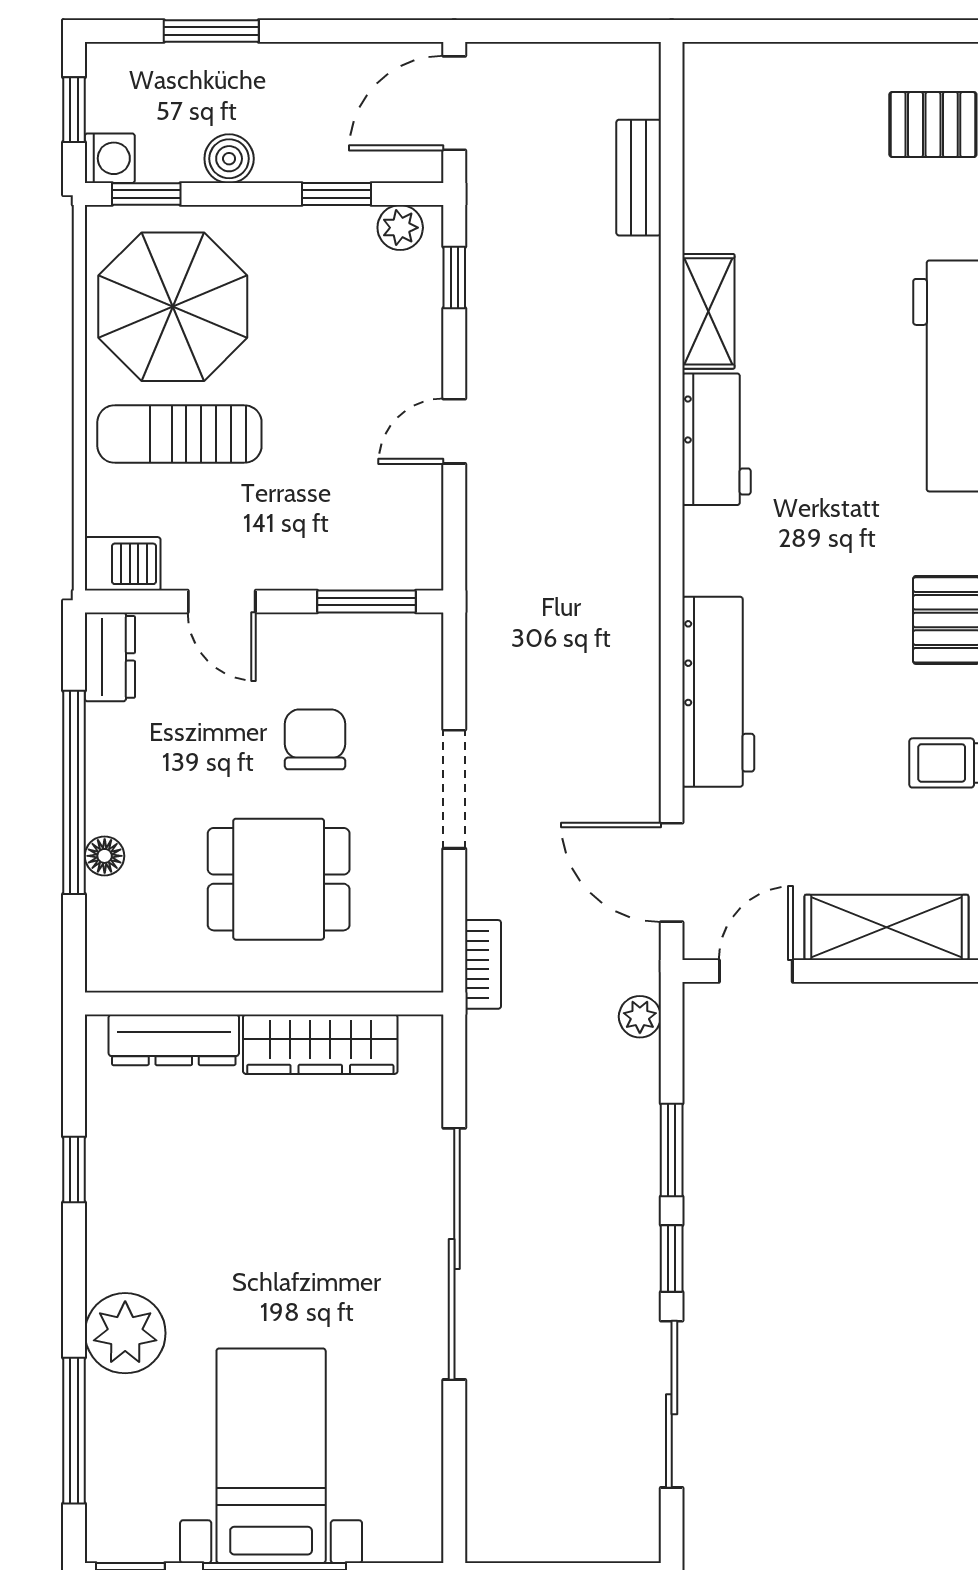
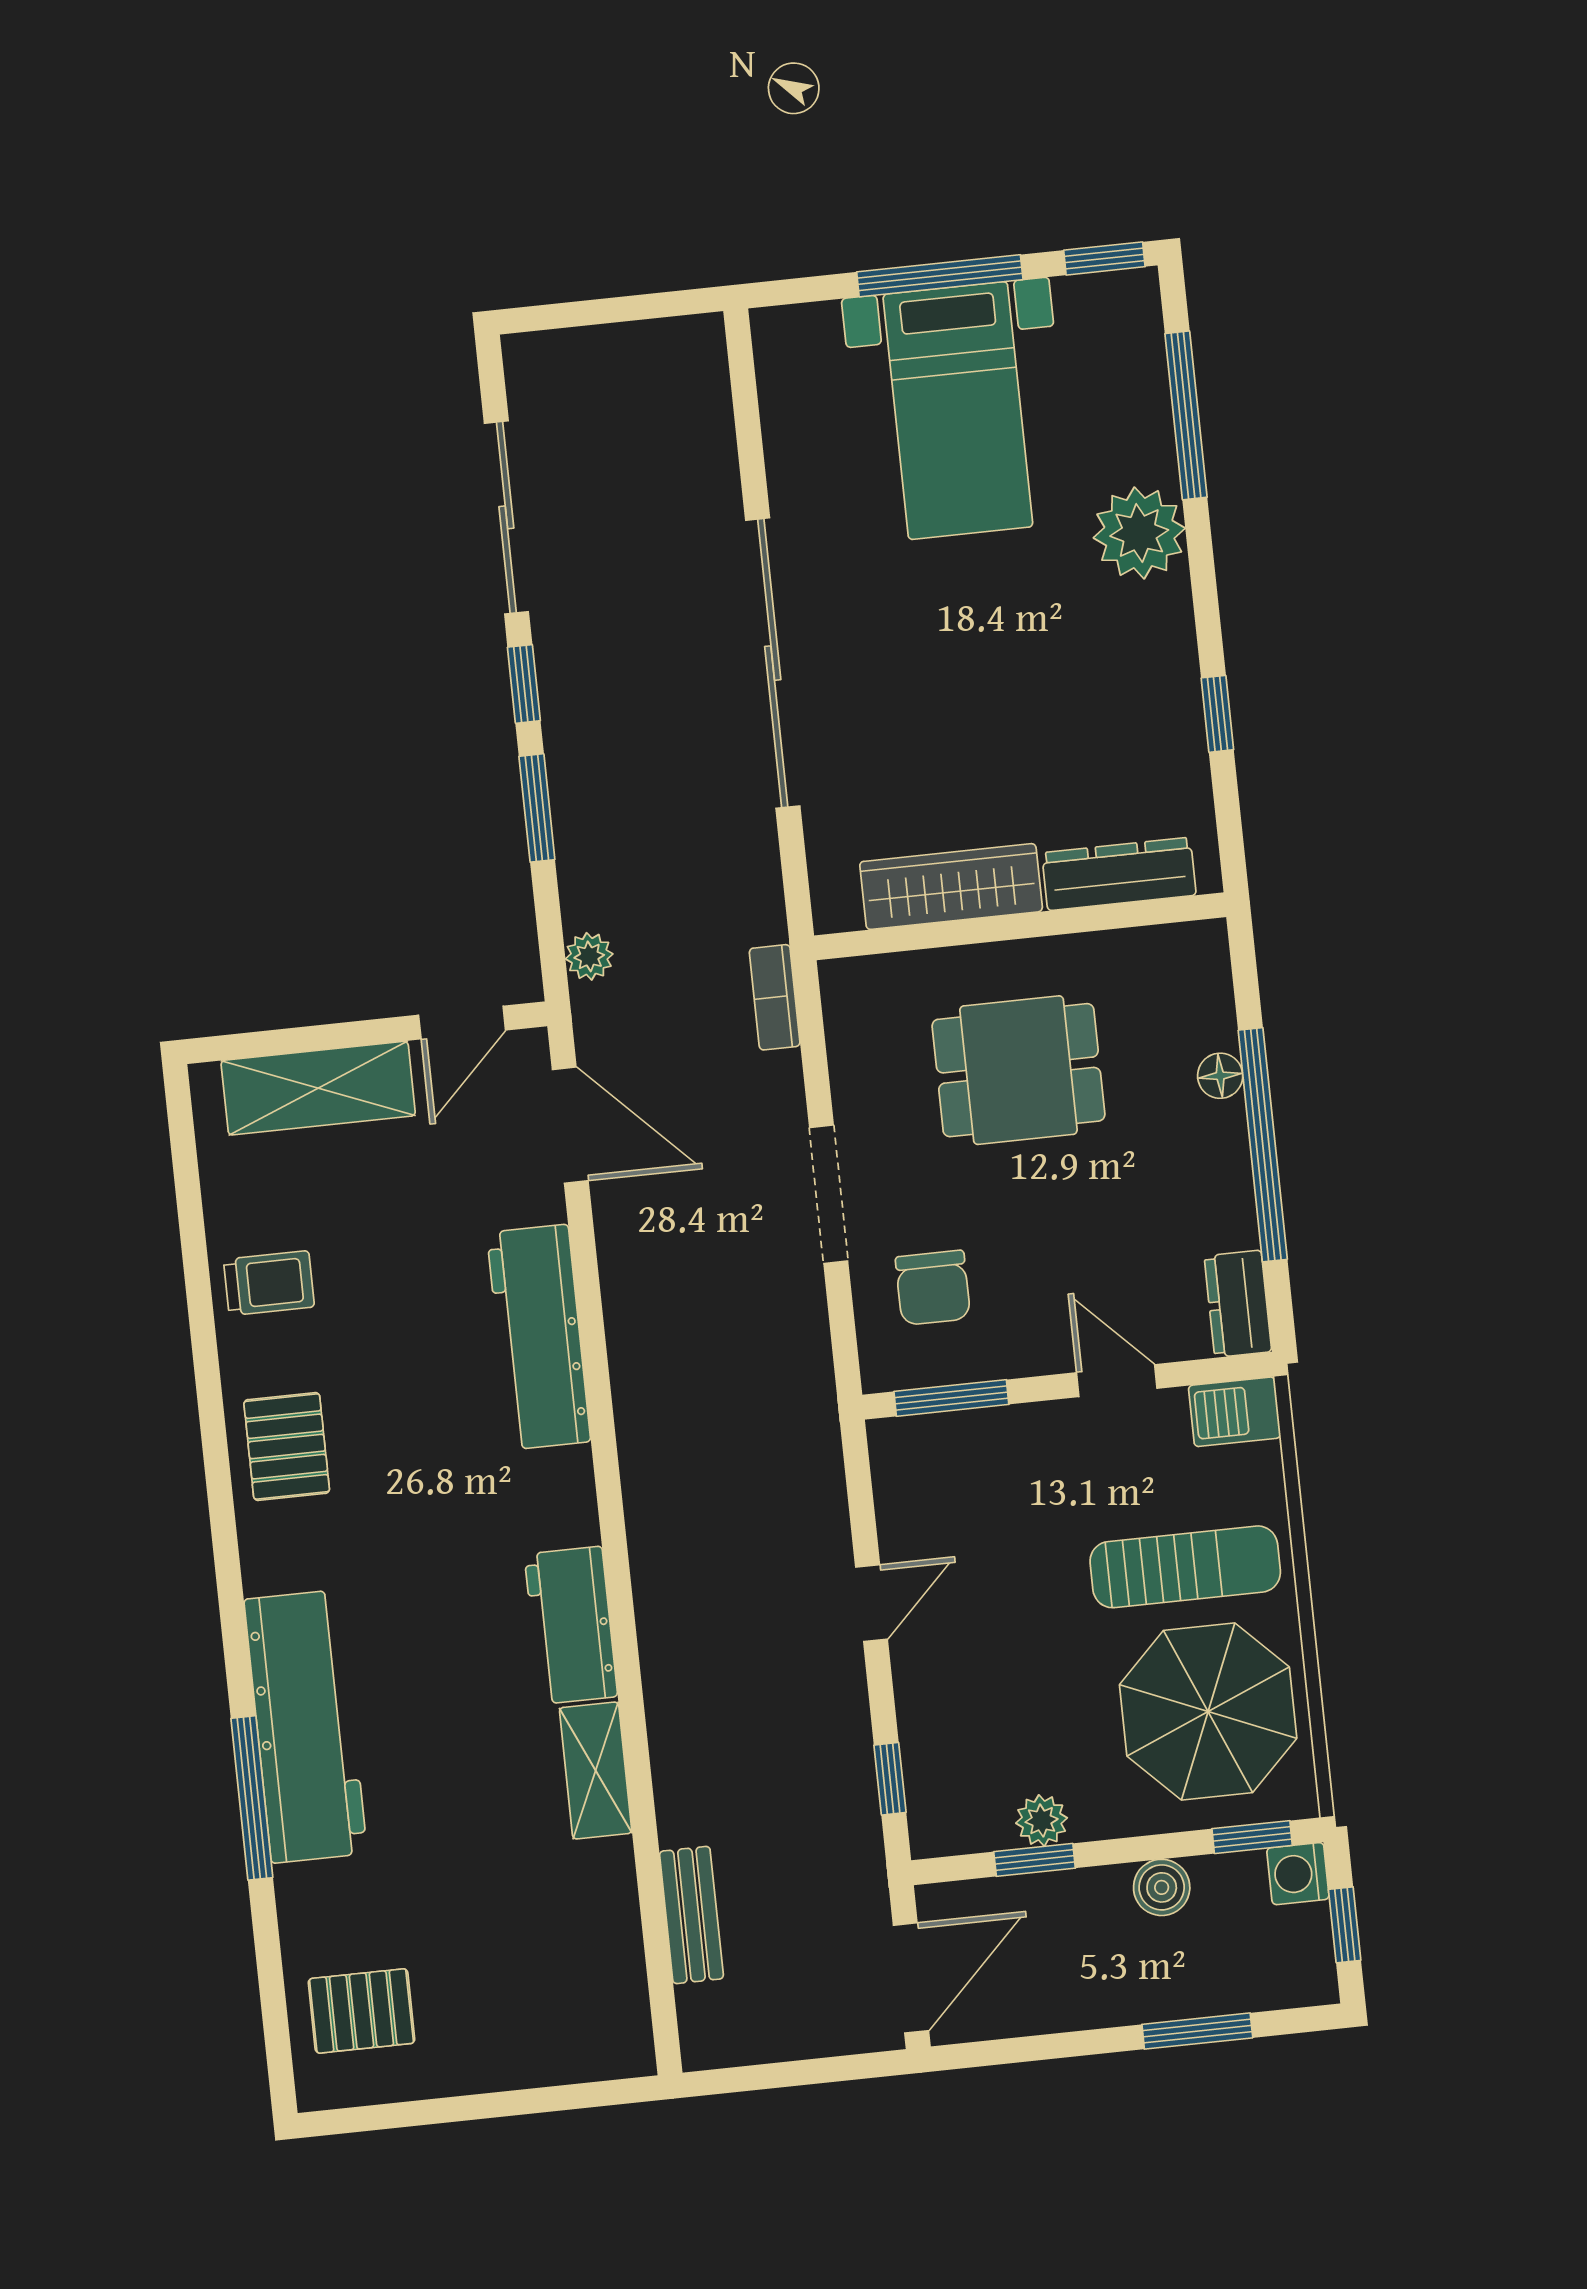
plant: (400, 228) -> (1042, 1821), moved
chair: (315, 739) -> (933, 1288), moved

